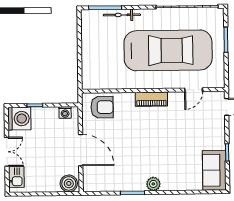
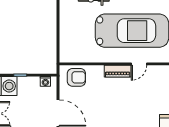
door: (194, 90) -> (139, 64), moved

